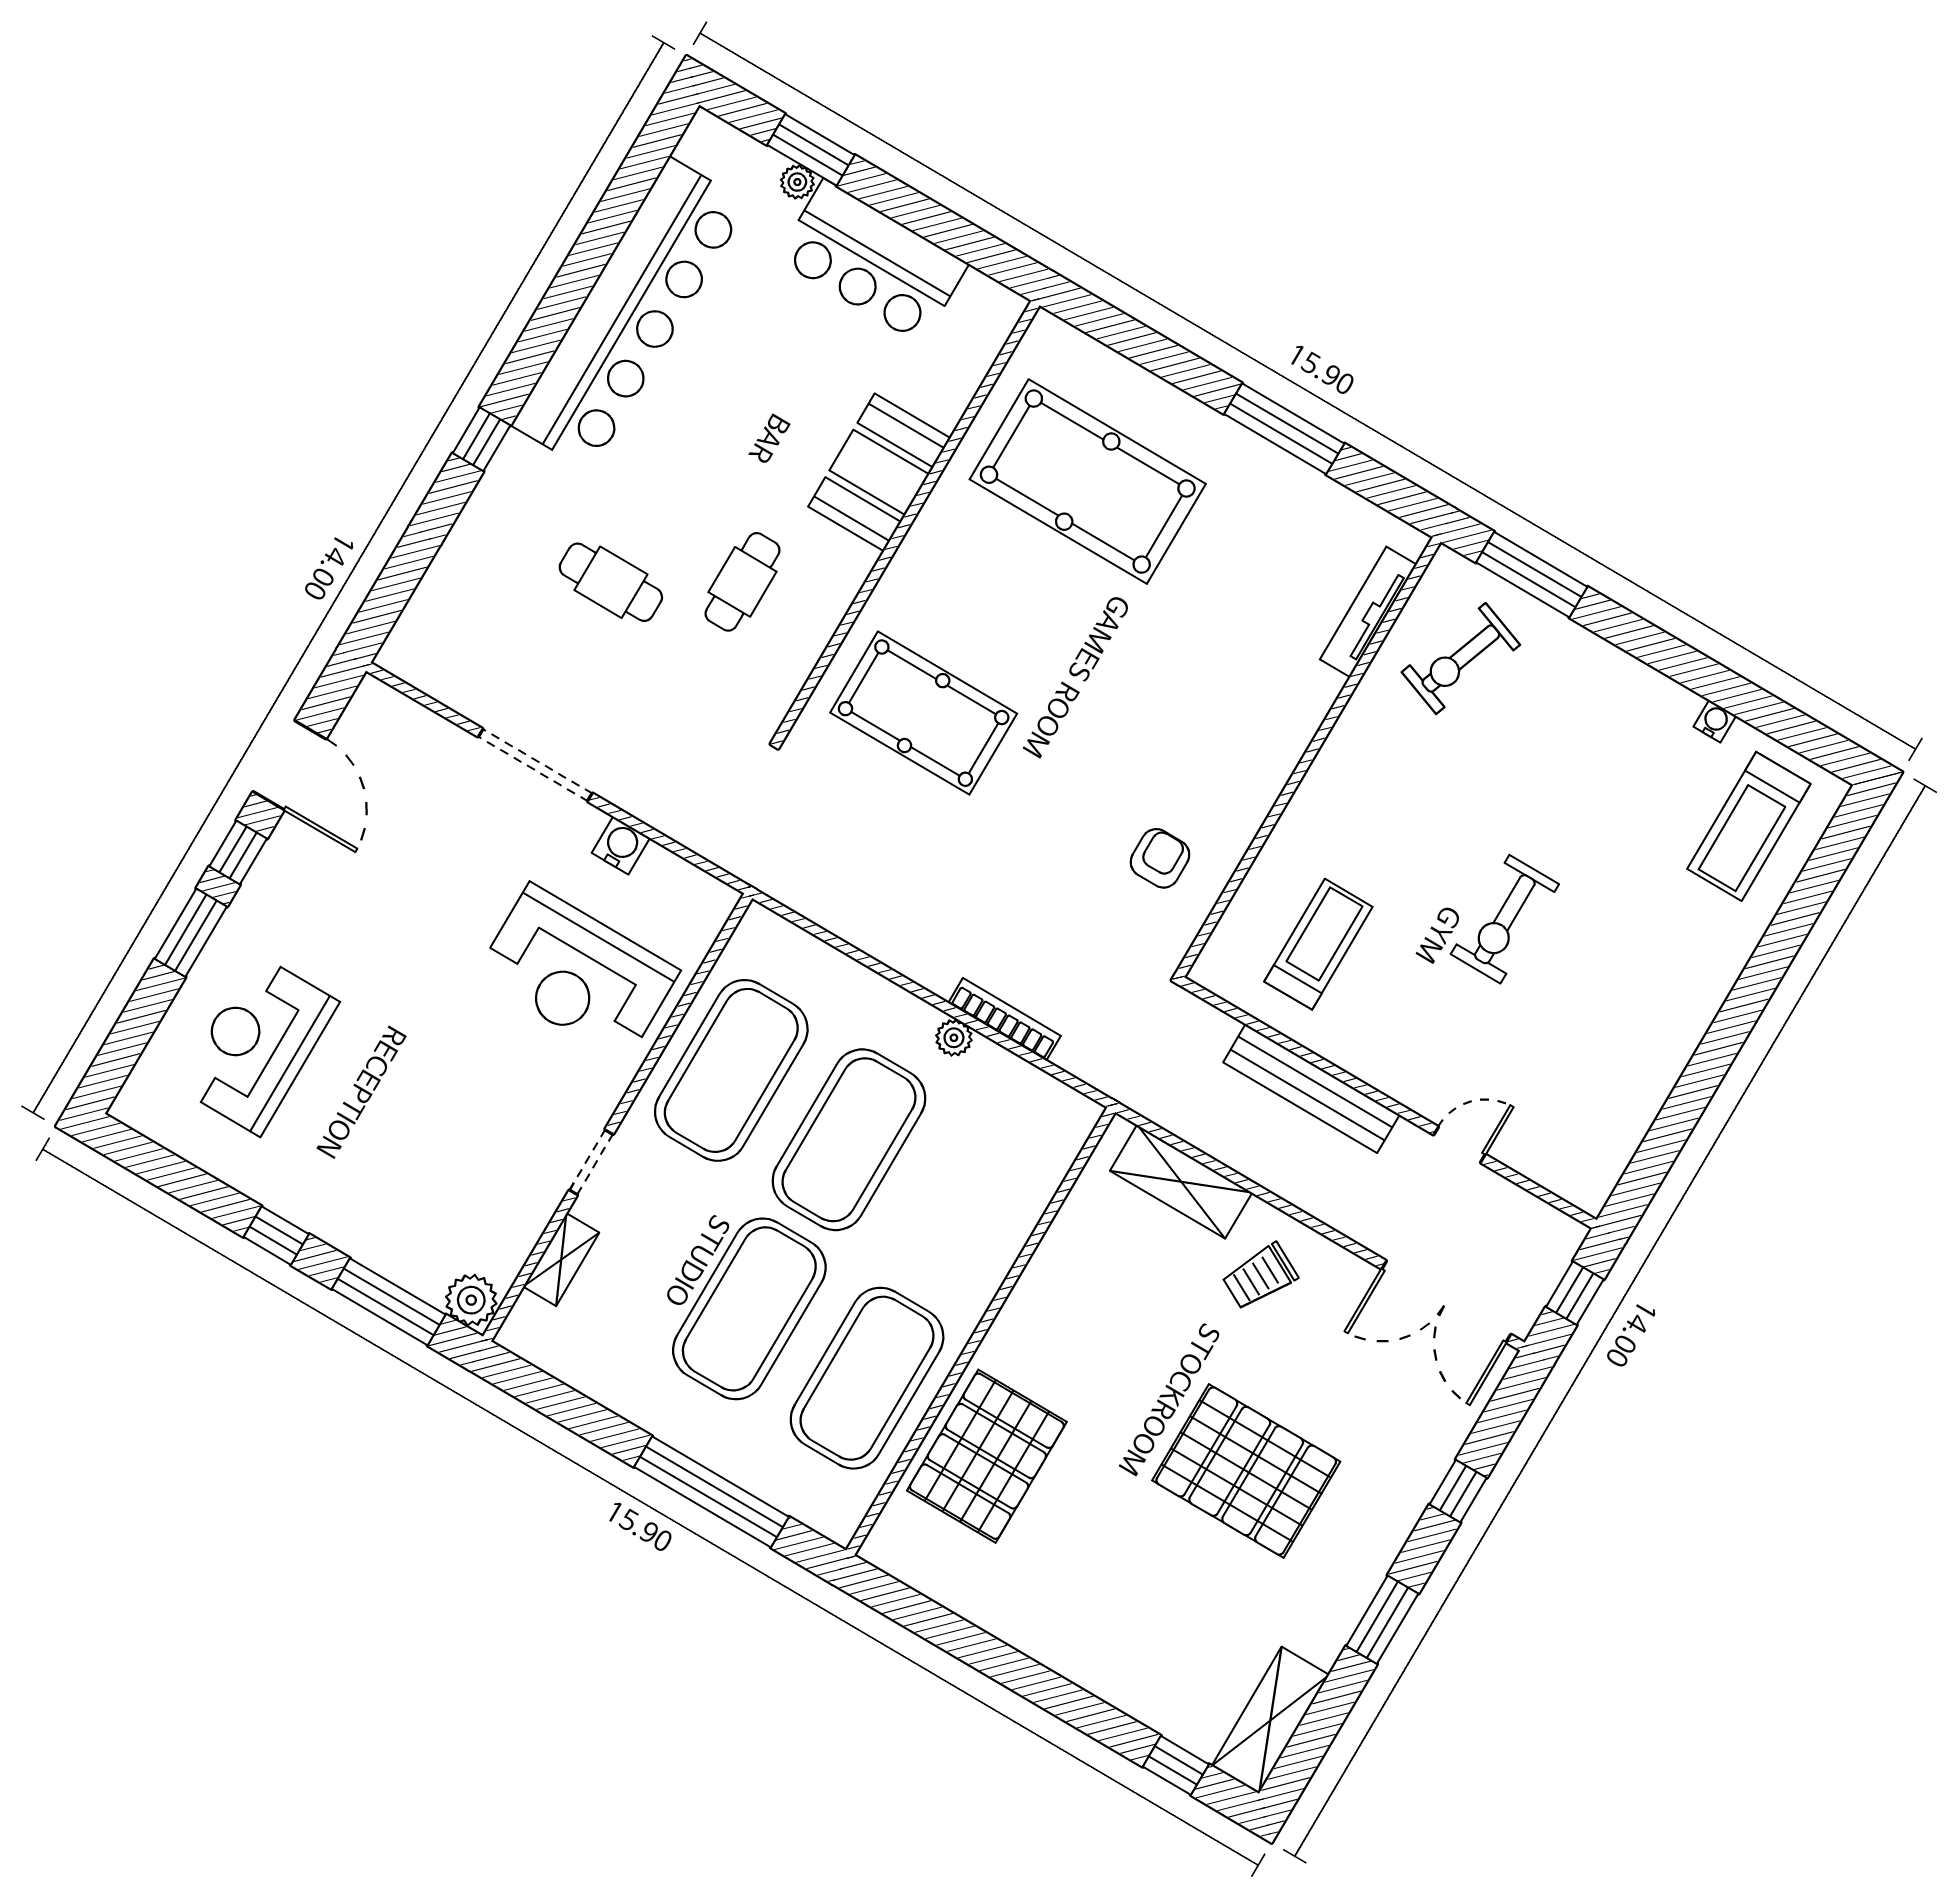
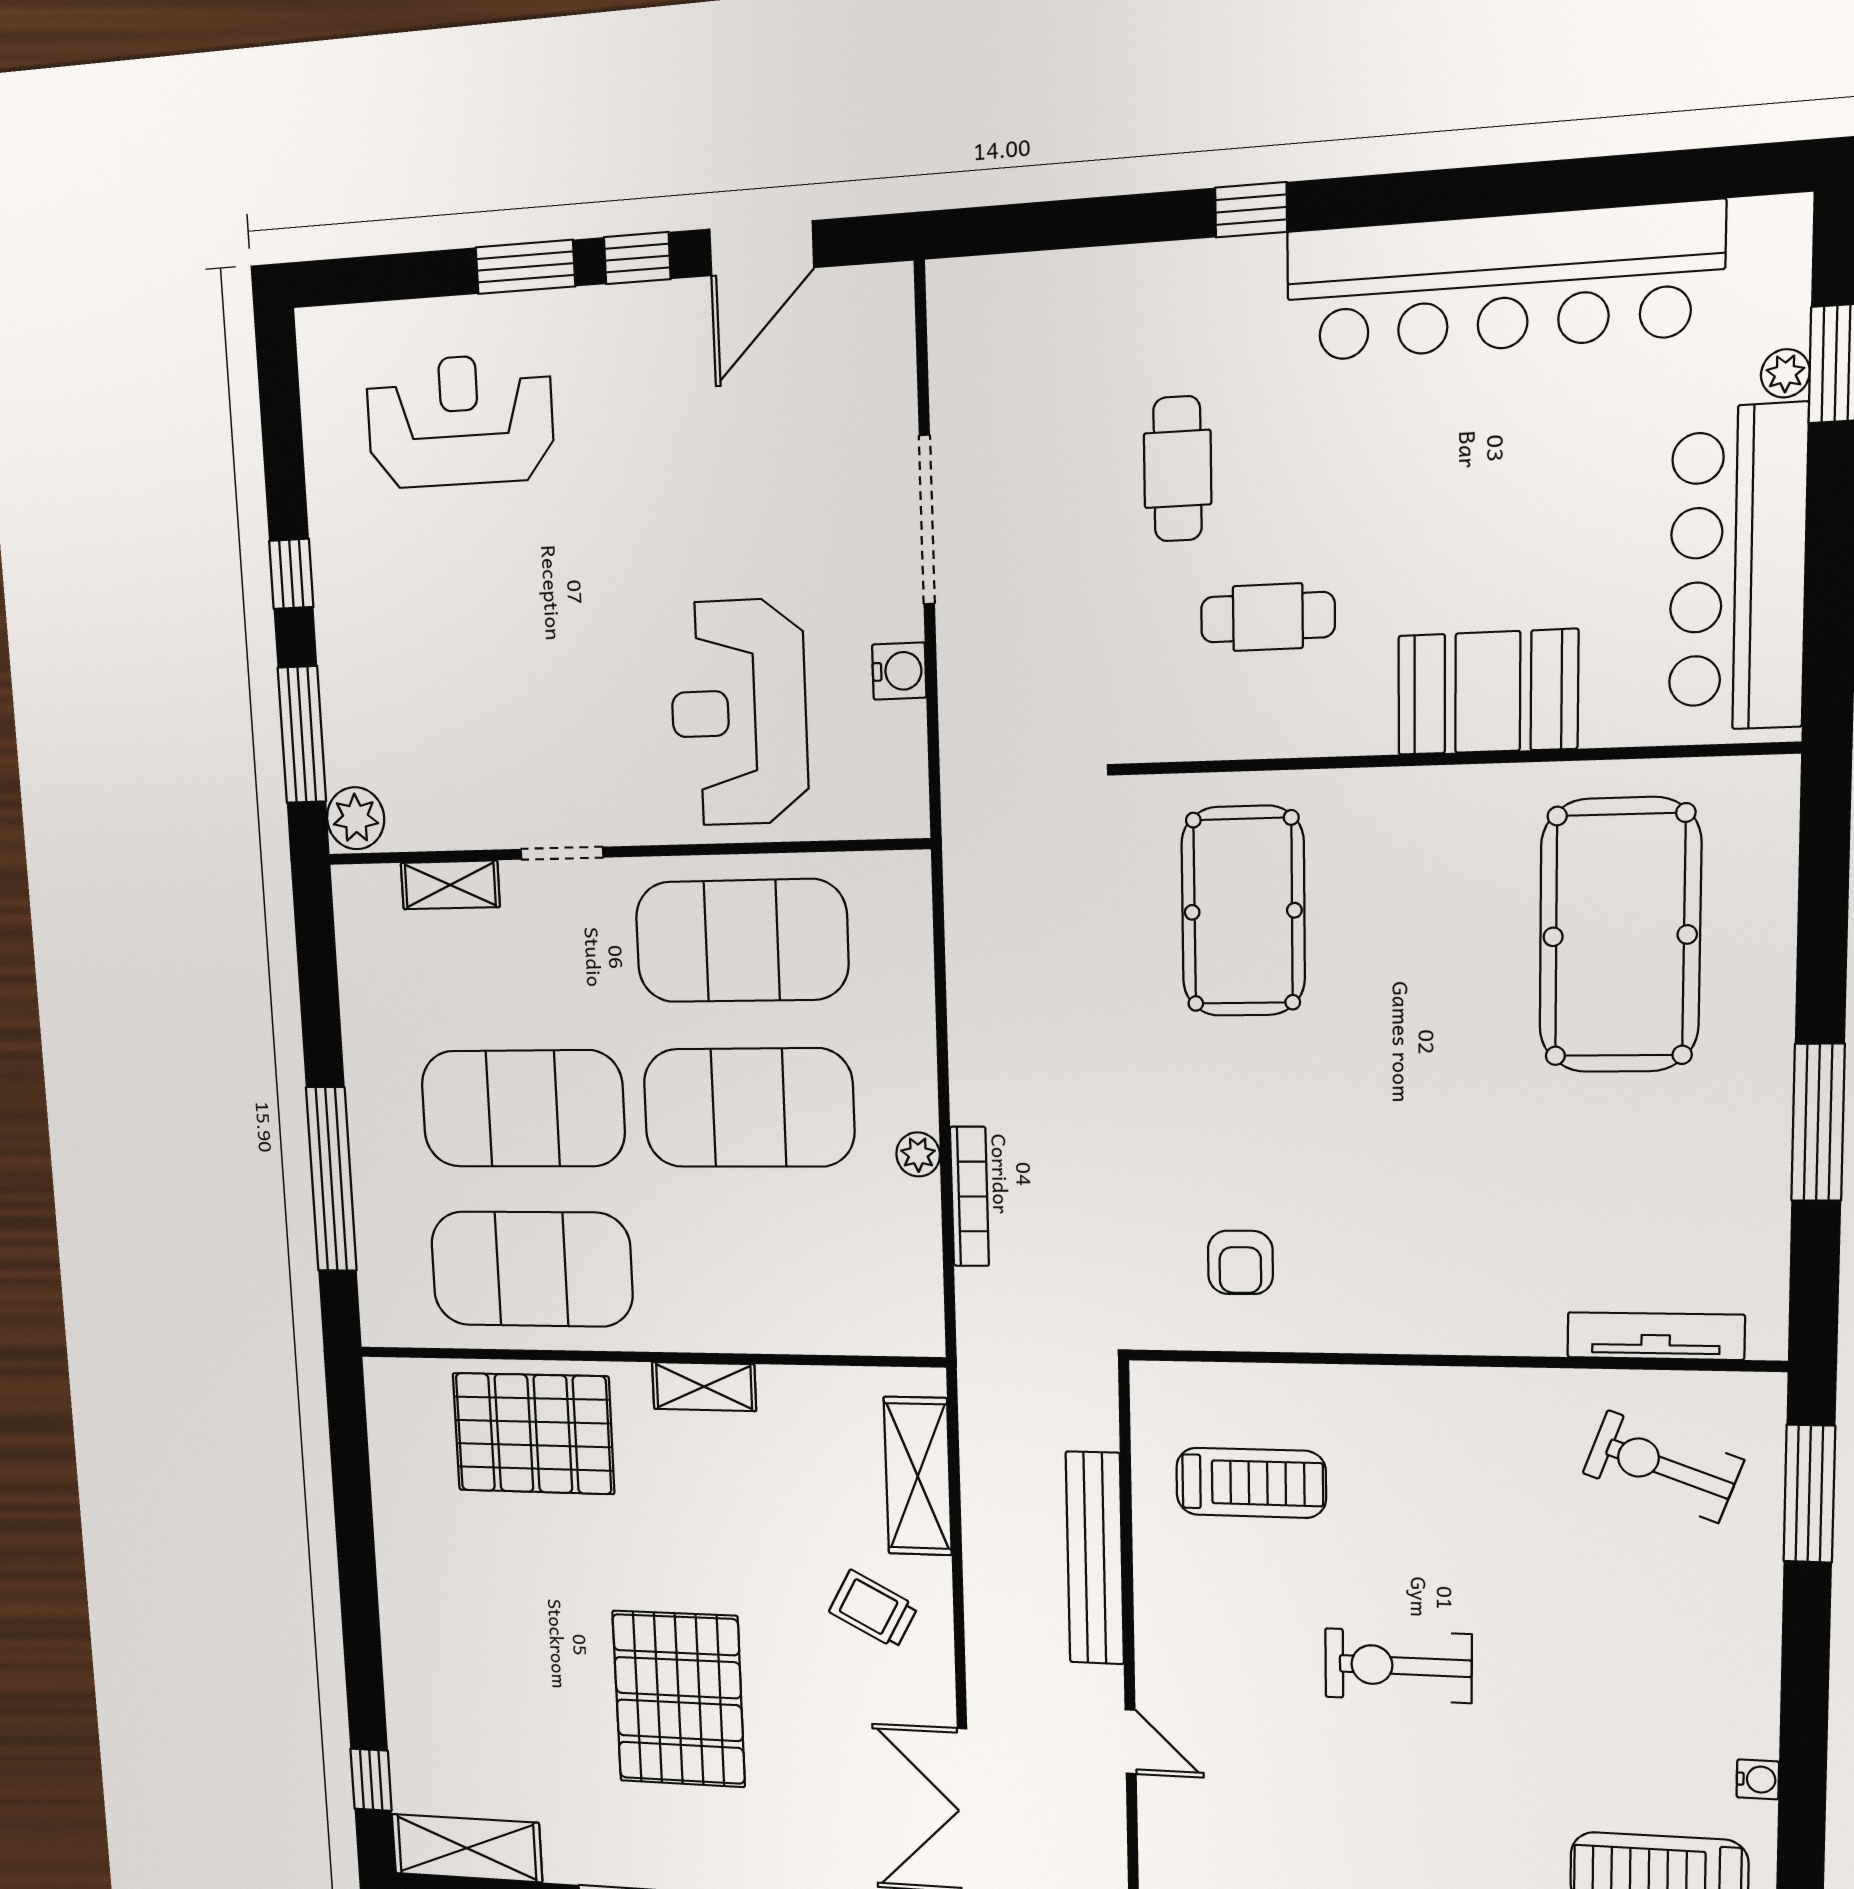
bar counter: (872, 261) -> (1738, 568), width x1.36
armchair: (1160, 858) -> (1240, 1262), turned 90
shelving: (1027, 1301) -> (704, 1387), added

